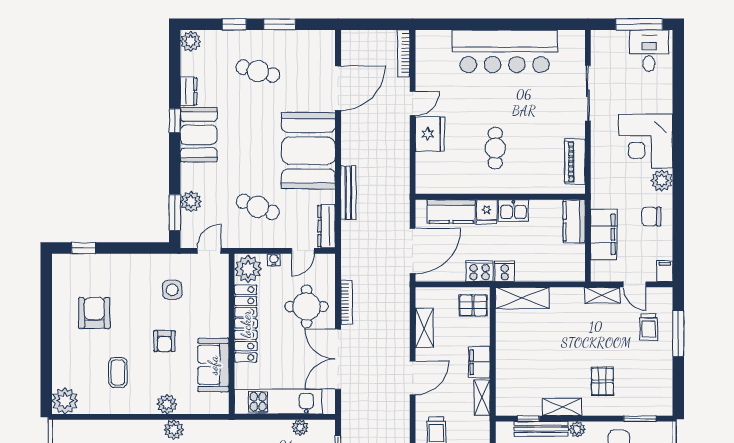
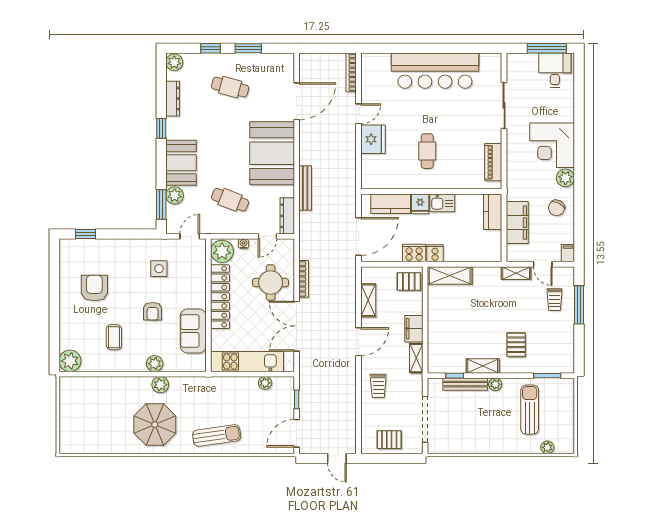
dresser: (189, 91) -> (173, 99), width x1.44
booth: (199, 135) -> (181, 163), moved
chair: (651, 217) -> (557, 208), turned -61

